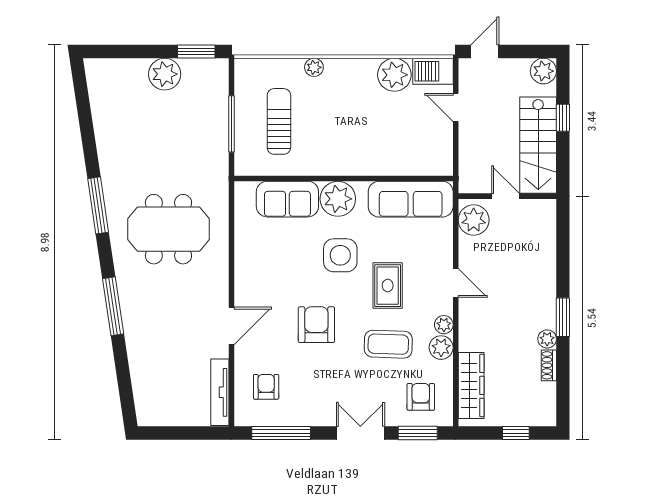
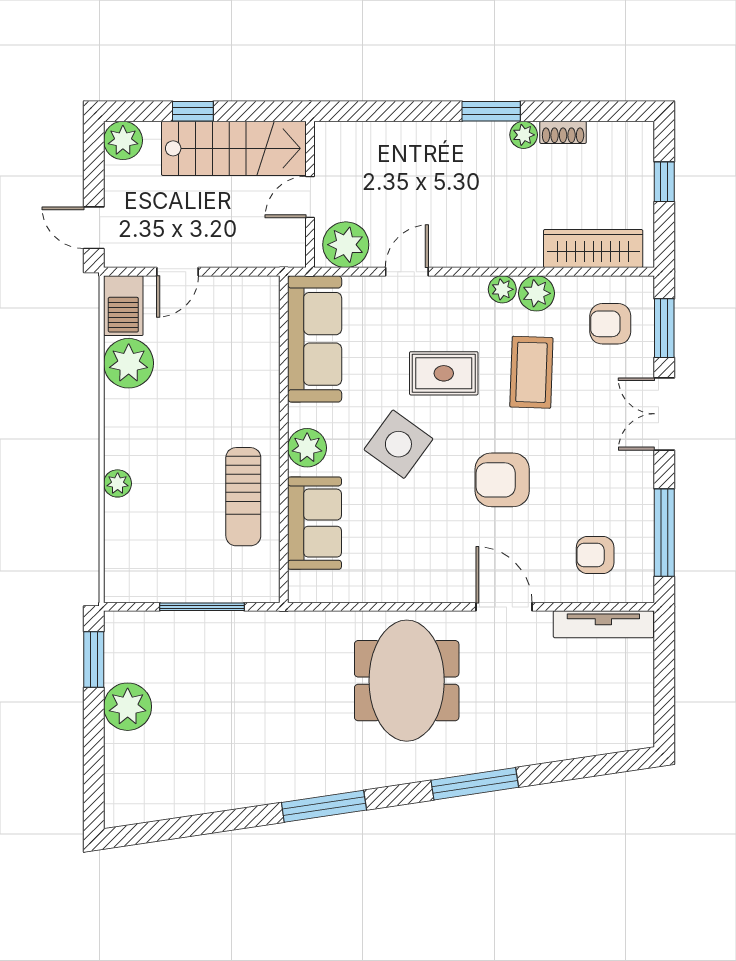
sun lounger: (279, 121) -> (243, 497), moved, turned -90
plant: (338, 199) -> (307, 448), width x0.73, depth x0.73
meeting table: (168, 229) -> (407, 681), moved
side table: (340, 255) -> (398, 444), turned 36
door: (456, 283) -> (407, 272), moved

